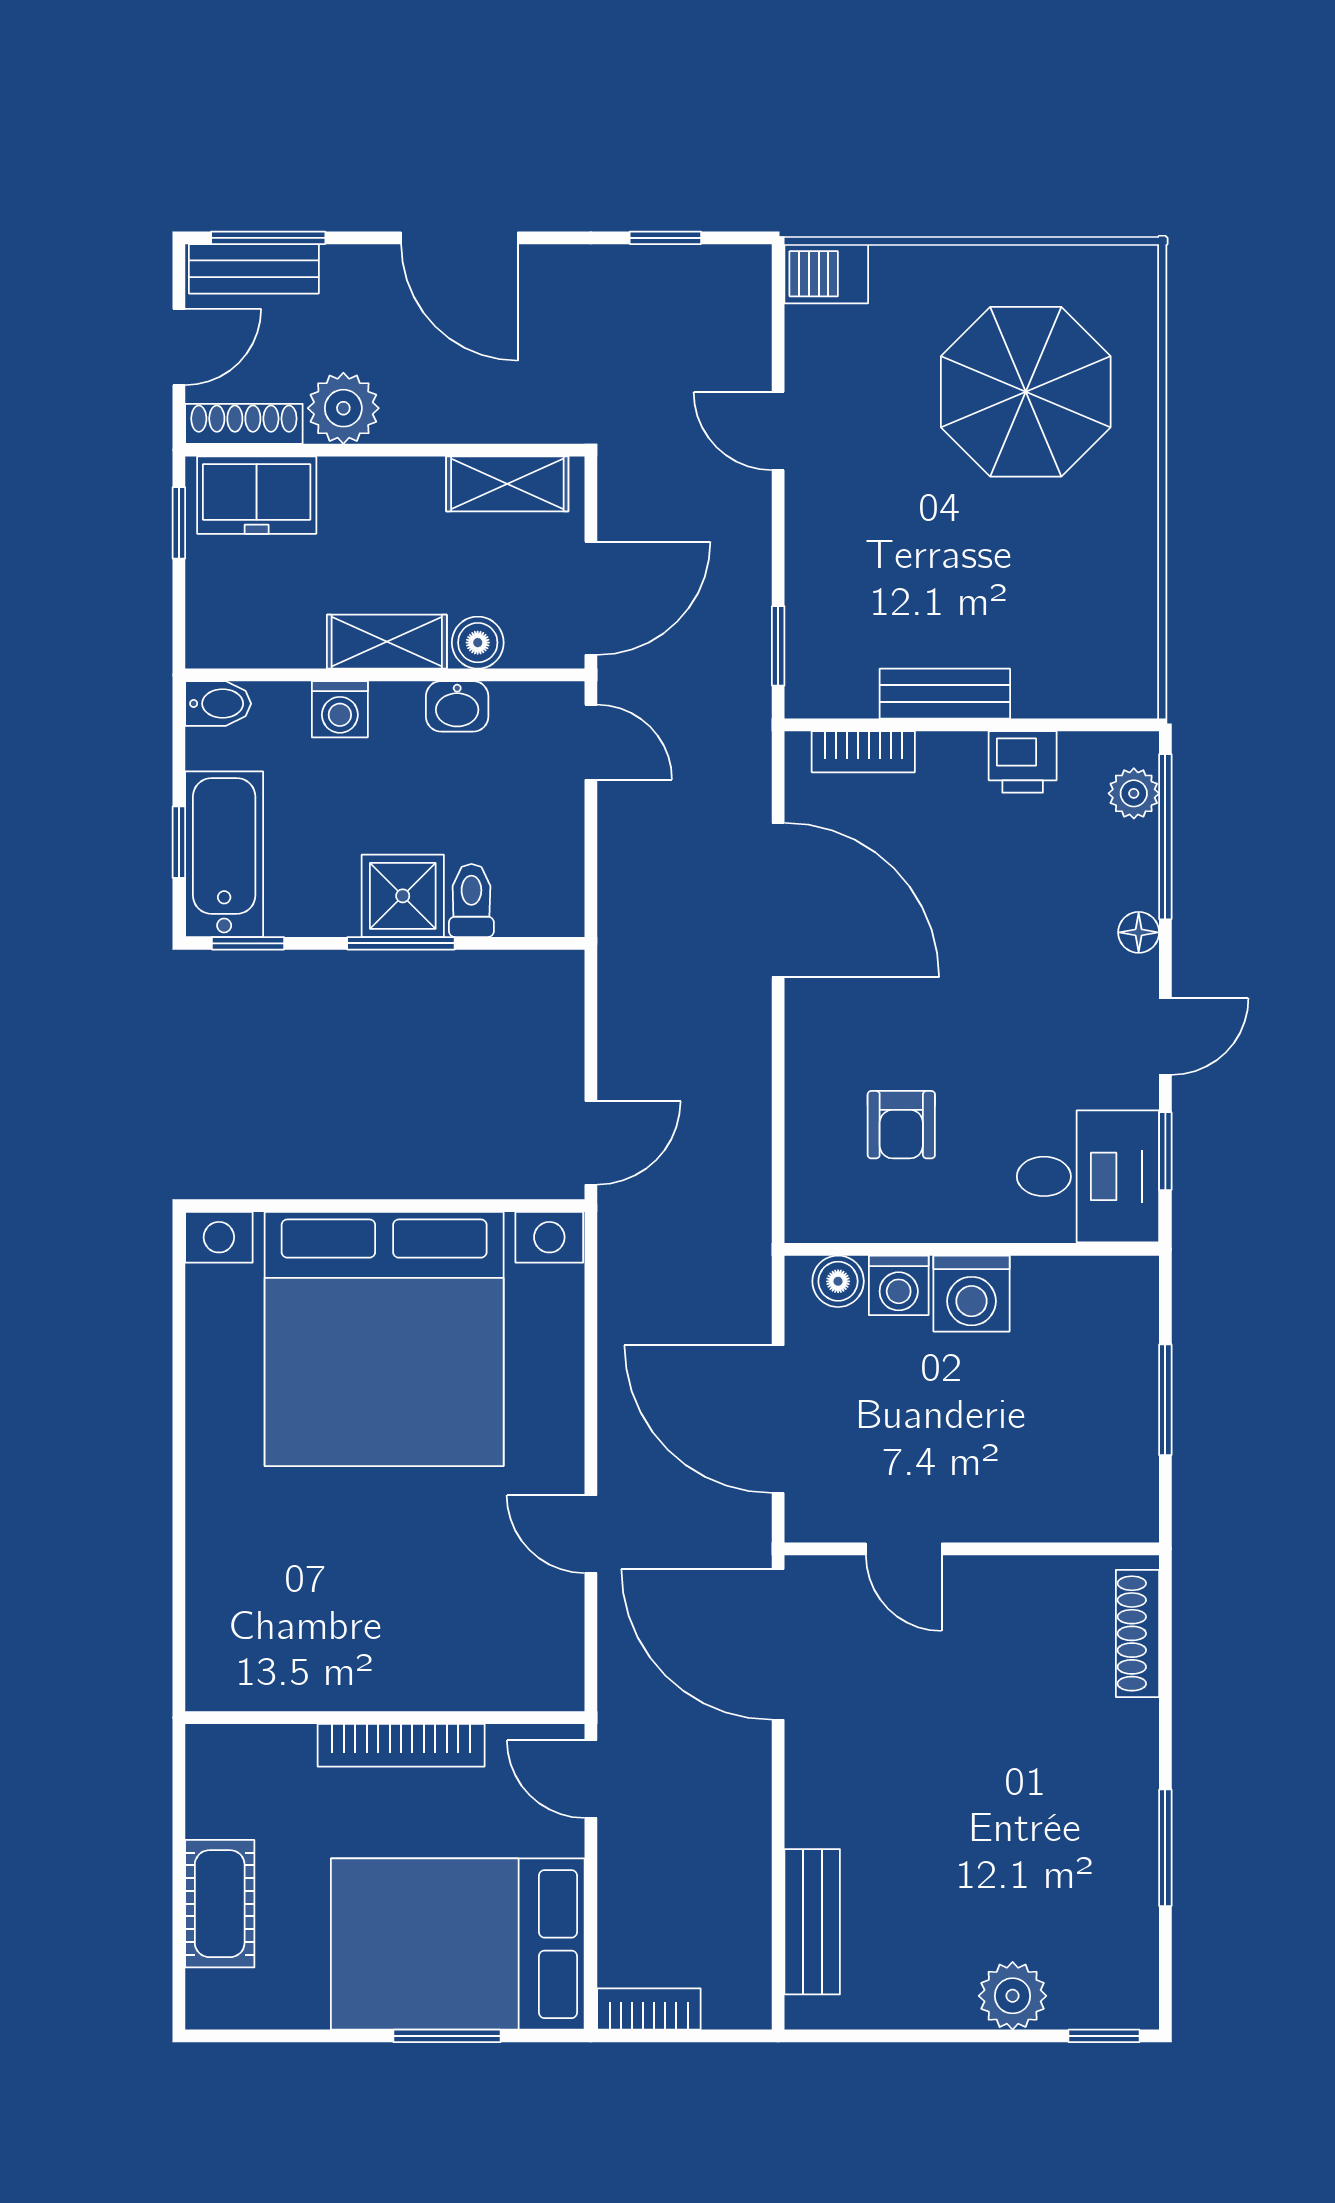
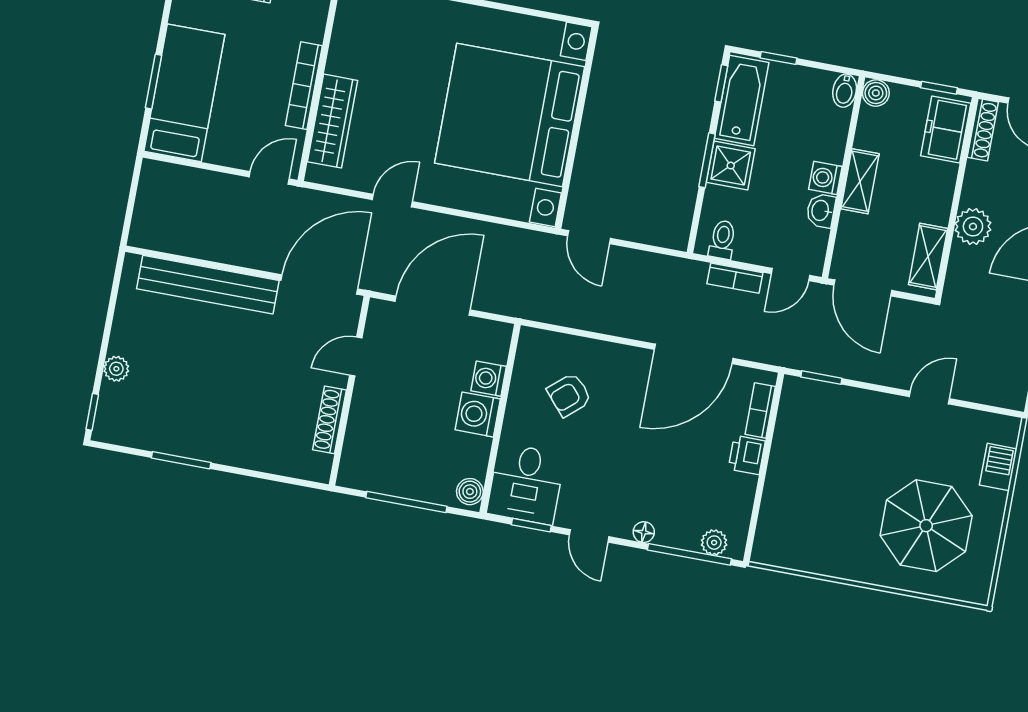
barbecue: (826, 274) -> (998, 467), moved
plant: (343, 408) -> (973, 227), moved
boiler: (478, 643) -> (876, 93), moved
bench: (945, 694) -> (782, 457), removed
washing machine: (340, 709) -> (825, 178), moved
printer: (1023, 762) -> (747, 455), moved
bathtub: (224, 854) -> (742, 100), moved, turned -90
toilet: (471, 900) -> (722, 240), moved, turned -90
armchair: (901, 1125) -> (569, 395), turned -41
boiler: (838, 1281) -> (470, 492), moved
window: (1165, 1400) -> (406, 502), width x1.44
shoe rack: (1137, 1633) -> (329, 420), moved, turned -90
wardrobe: (459, 1678) -> (333, 121), added
bench: (812, 1922) -> (208, 285), width x1.86, depth x1.21
bed: (458, 1944) -> (184, 93), width x0.67
plant: (1013, 1996) -> (116, 369), width x0.73, depth x0.73
bookcase: (649, 2009) -> (735, 278), moved, turned 90

